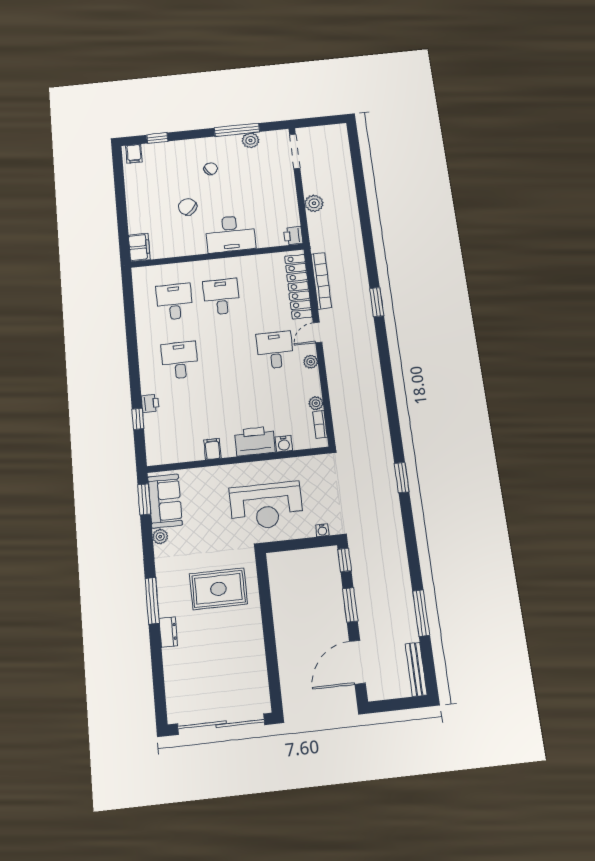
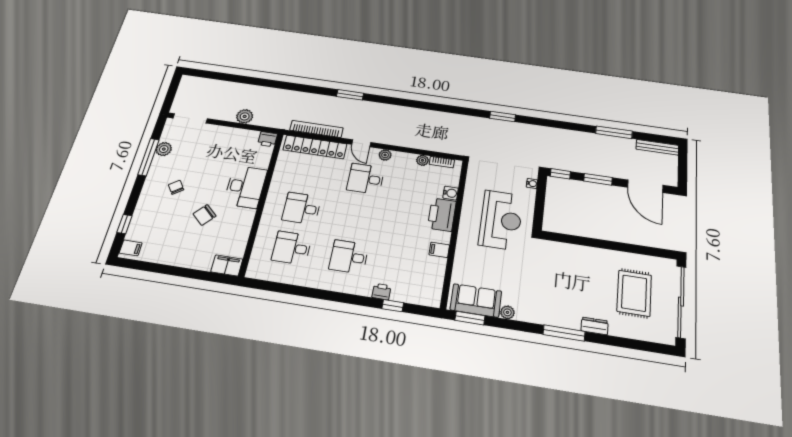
rug: (218, 589) -> (634, 293), moved

